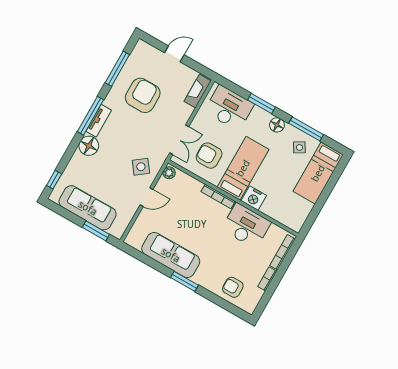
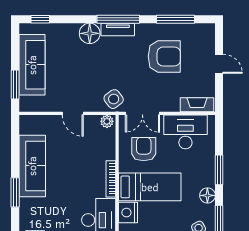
desk: (229, 108) -> (185, 132), moved, turned -90
side table: (141, 167) -> (114, 99), moved

